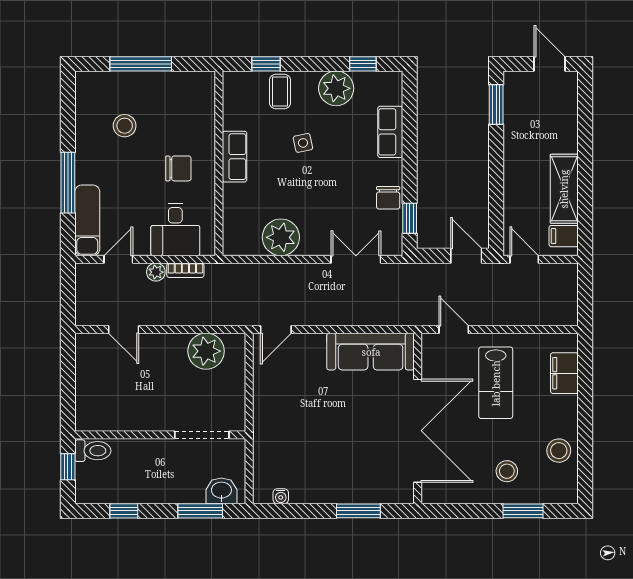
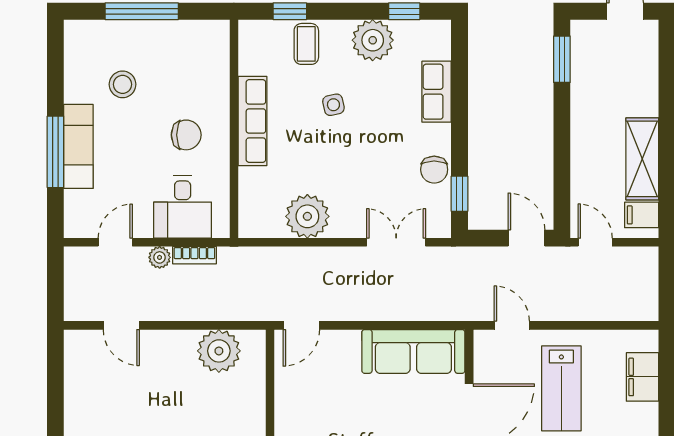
row of seats: (234, 157) -> (252, 121), width x1.48
exam couch: (87, 220) -> (78, 146), moved

